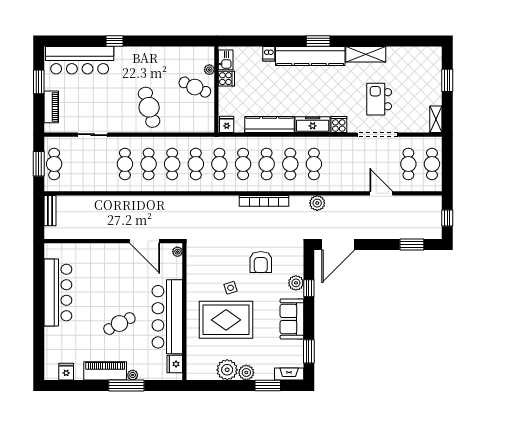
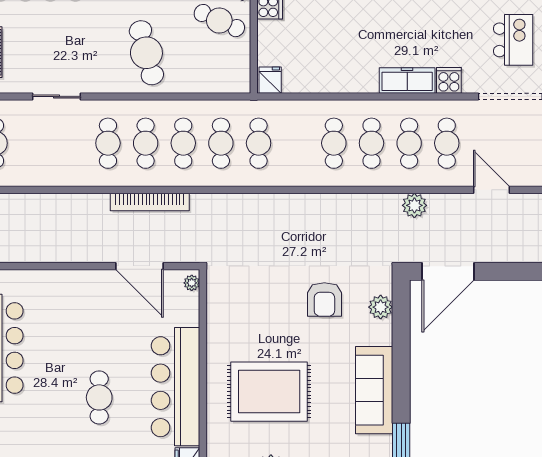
kitchen island: (379, 99) -> (513, 40), turned 180
kitchen counter: (269, 125) -> (338, 80), removed
cafe table: (243, 164) -> (447, 143), moved
door: (381, 193) -> (491, 190), moved
bookcase: (264, 201) -> (150, 202), moved
plant: (296, 283) -> (381, 307), moved
side table: (231, 288) -> (276, 341), removed
window: (309, 288) -> (401, 341), removed
sofa: (292, 319) -> (374, 390), width x1.36
cafe table: (119, 324) -> (99, 397), turned -62

